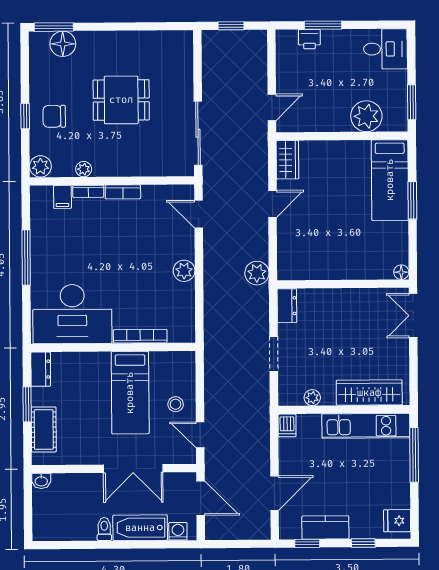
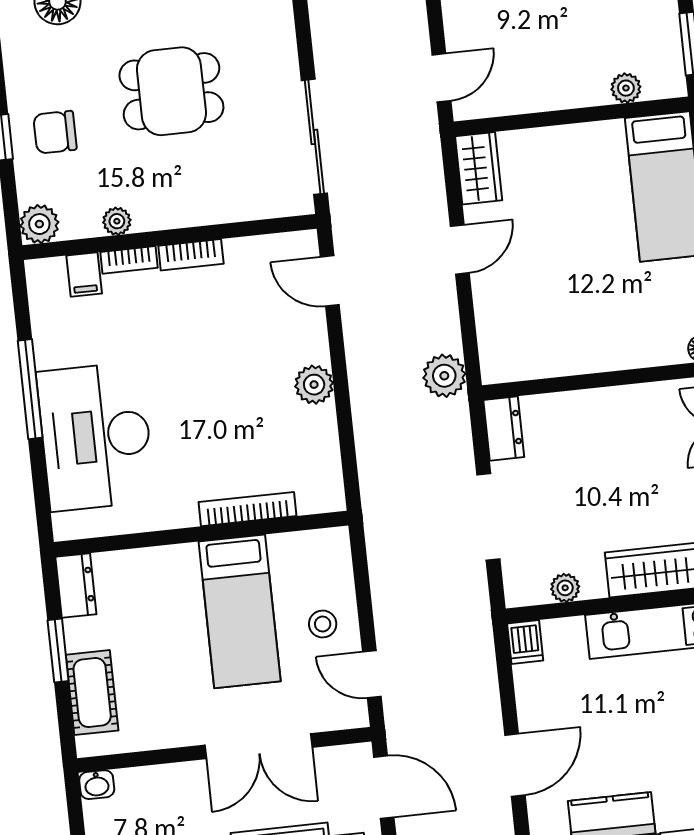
plant: (366, 116) -> (626, 88), width x0.53, depth x0.53
desk: (72, 314) -> (96, 436), moved, turned 90
doorway: (274, 354) -> (488, 517), width x1.38

